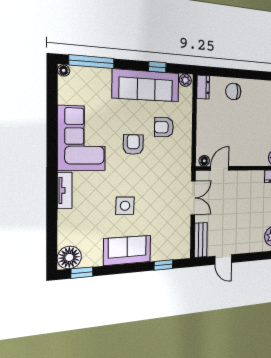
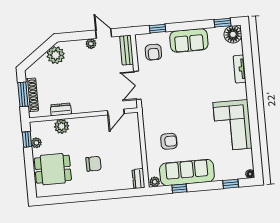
window: (92, 62) -> (231, 184), width x0.46
chair: (233, 91) -> (93, 164), moved
armchair: (133, 145) -> (153, 52), moved
floor lamp: (204, 161) -> (131, 117), removed
tv unit: (65, 190) -> (240, 69), moved
side table: (125, 206) -> (194, 76), removed
plant: (237, 248) -> (91, 44), added

